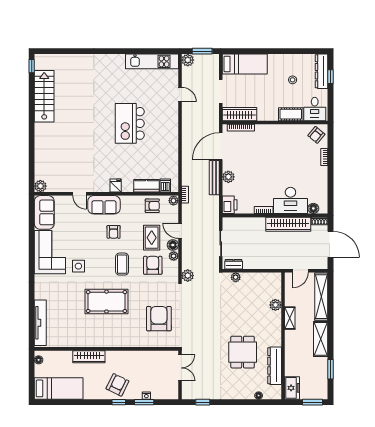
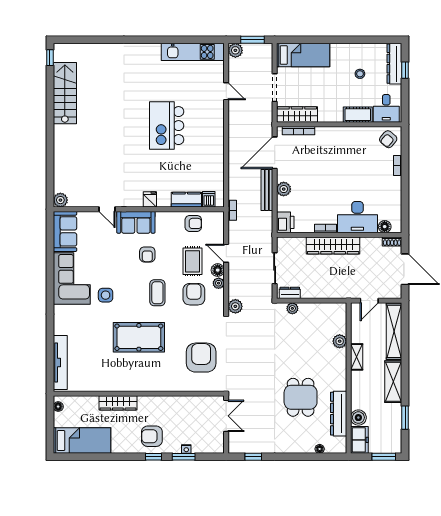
plant: (173, 201) -> (218, 217), removed
wardrobe: (288, 224) -> (333, 245), moved
boiler: (291, 369) -> (358, 418), added
armchair: (117, 385) -> (152, 436), turned -116

